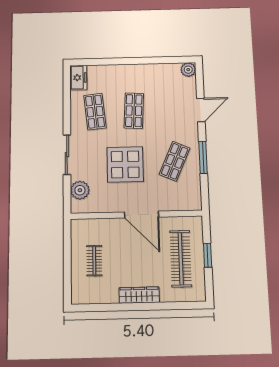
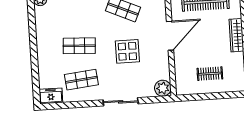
display table: (125, 164) -> (127, 51), width x0.73, depth x0.73
plant: (80, 190) -> (163, 88), moved

